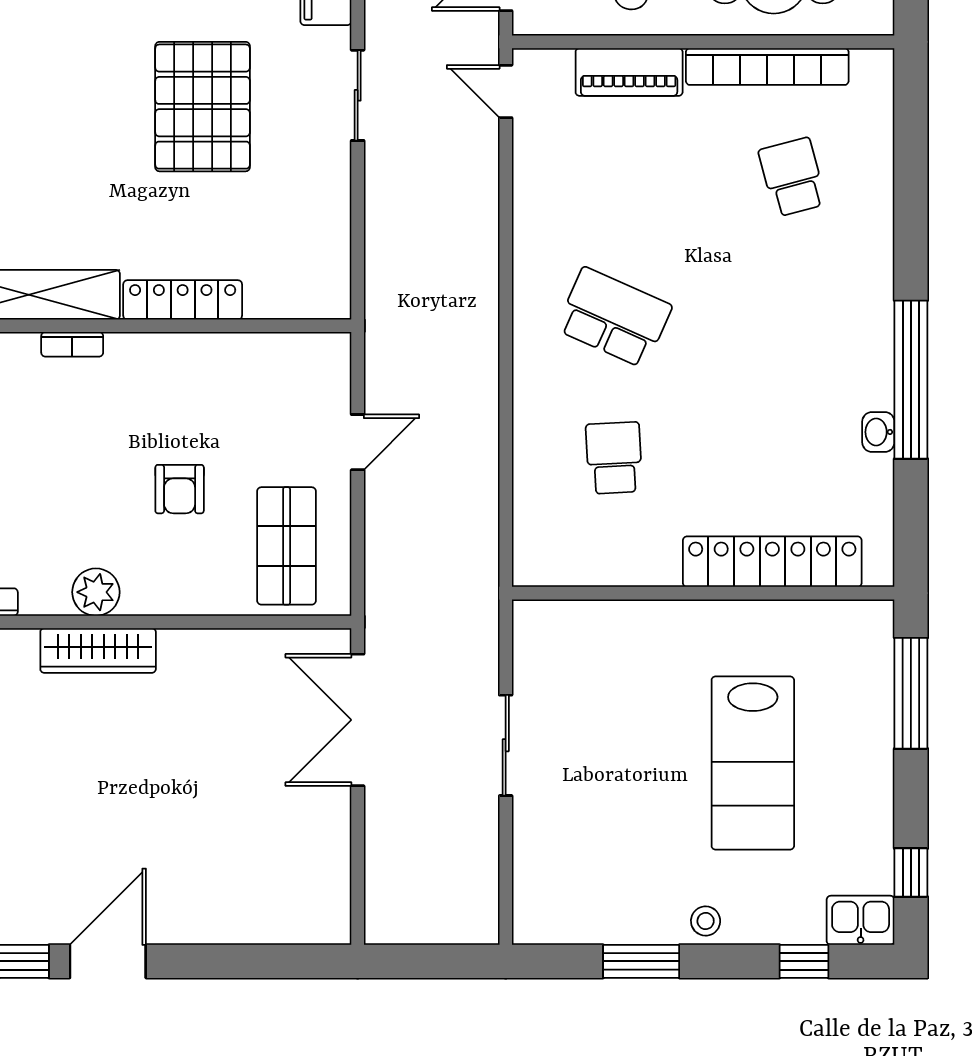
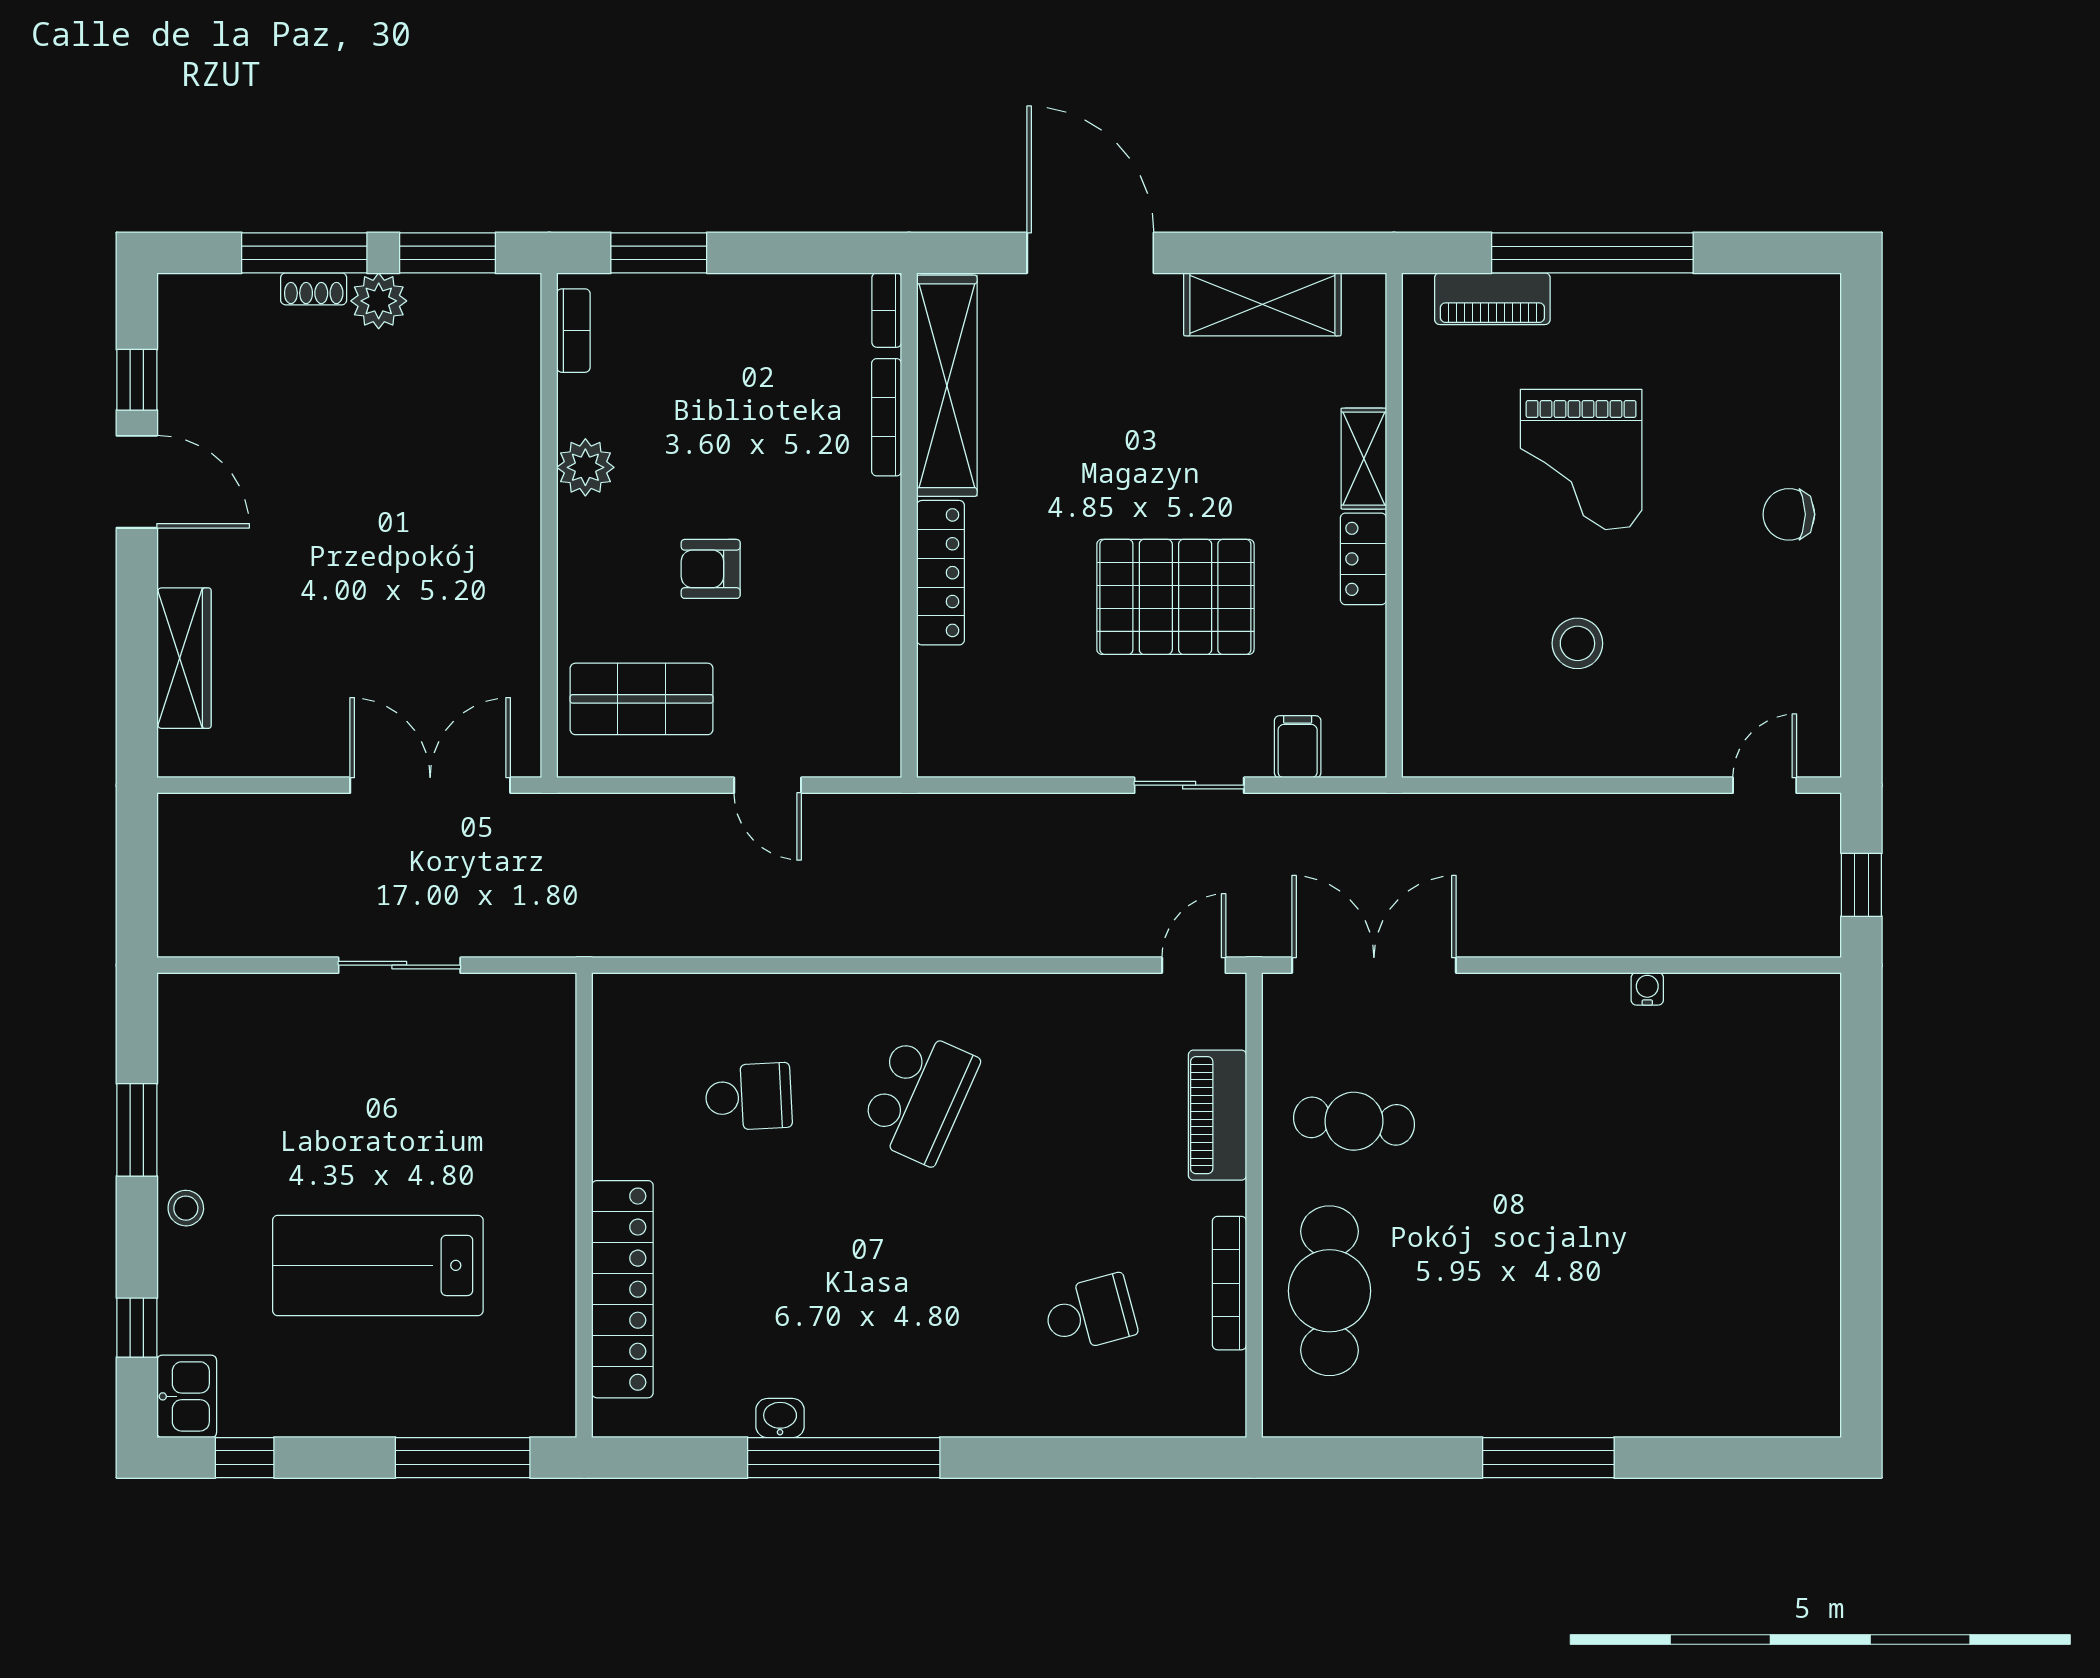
bookcase: (767, 67) -> (1229, 1283), width x0.68, depth x0.76
bookcase: (72, 344) -> (887, 417), width x1.56
wardrobe: (98, 650) -> (184, 658), moved, turned 180

